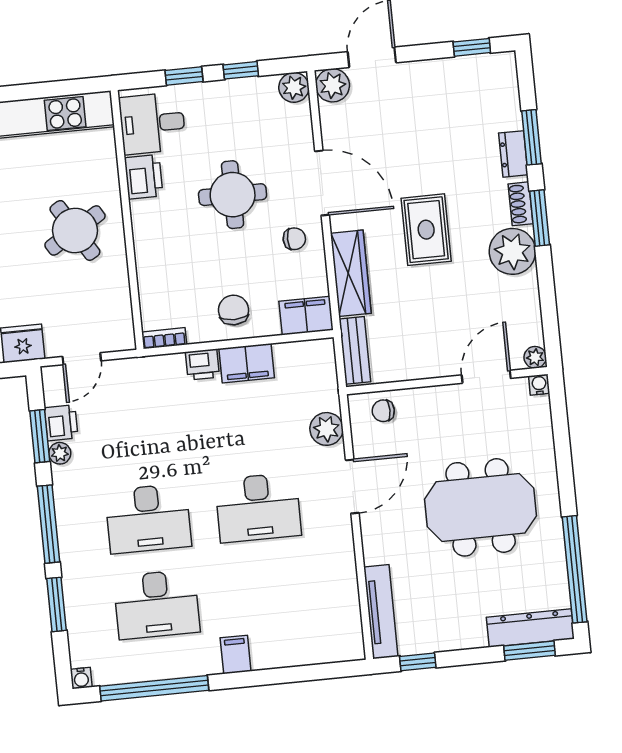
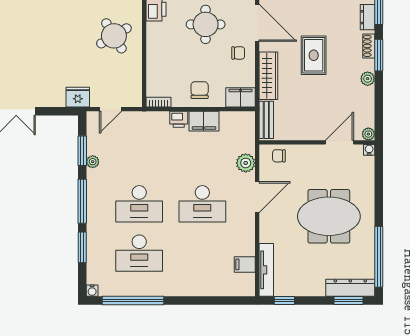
plant: (512, 251) -> (368, 79), width x0.53, depth x0.53
printer: (61, 423) -> (95, 144), removed
filing cabinet: (236, 654) -> (245, 264), moved, turned -90

